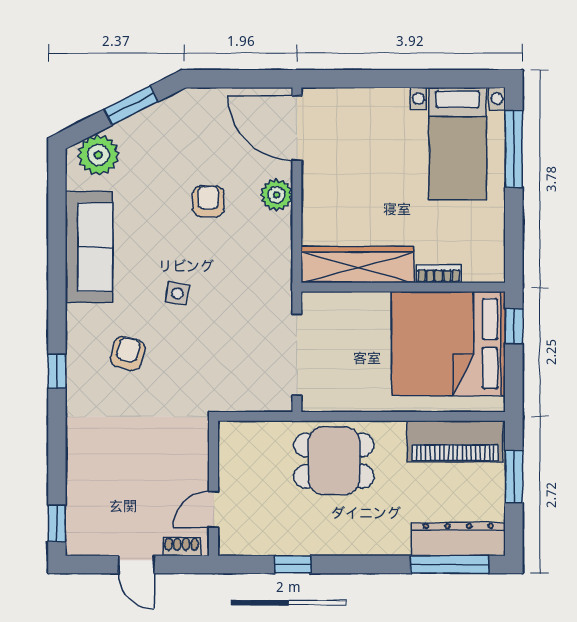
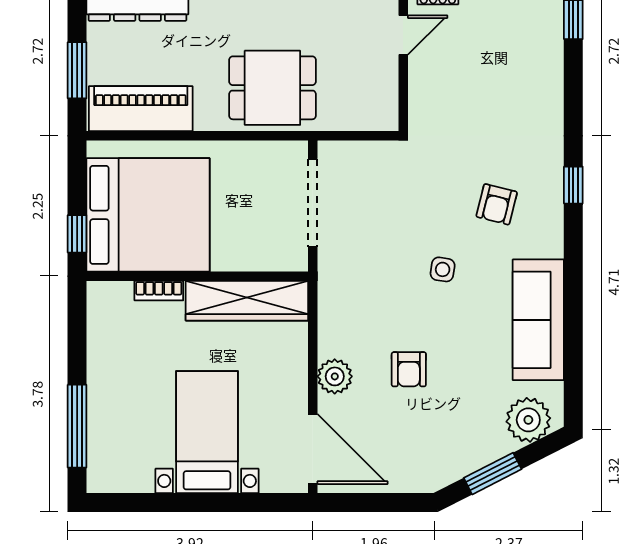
bed with nightstands: (458, 144) -> (207, 432), moved

